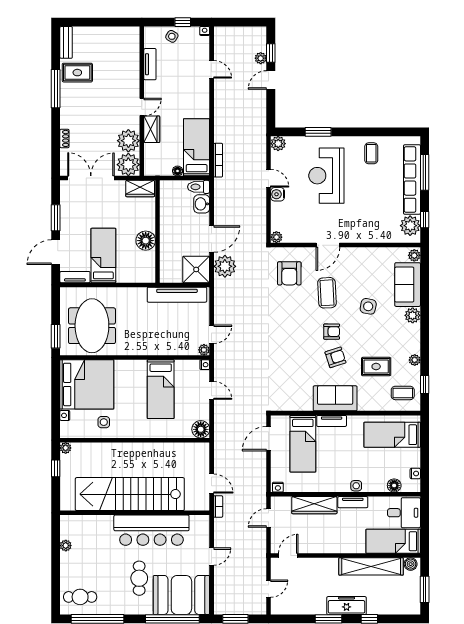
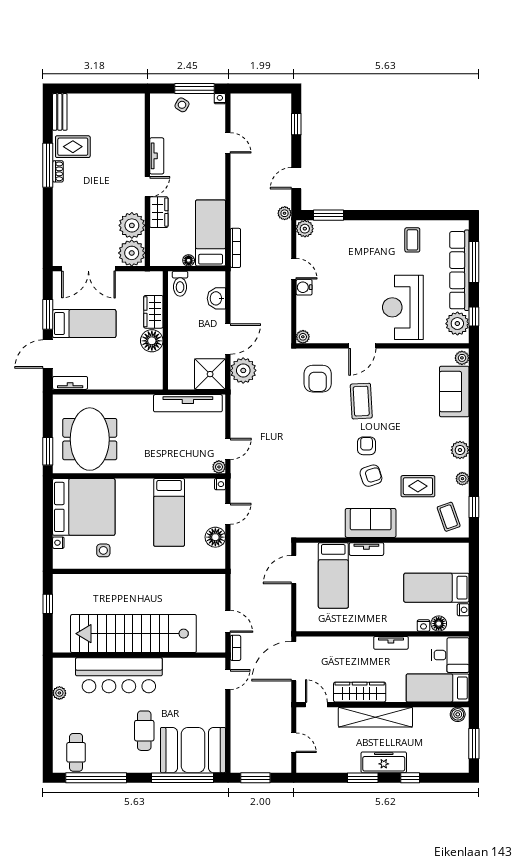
window: (183, 22) -> (195, 88), width x2.17
plant: (261, 58) -> (285, 213), moved
tv unit: (150, 64) -> (157, 156), moved
door: (271, 80) -> (296, 178), moved
window: (318, 132) -> (328, 215), moved
shoe rack: (64, 138) -> (58, 171), moved
reception desk: (326, 176) -> (403, 307), moved
double door: (91, 178) -> (88, 269), swing flipped
toilet: (199, 187) -> (180, 284), moved, turned -90
wardrobe: (140, 189) -> (153, 312), moved, turned 90
bed: (103, 256) -> (84, 324), moved, turned 90
side table: (368, 306) -> (409, 417), removed
plant: (413, 315) -> (460, 450), moved
armchair: (332, 332) -> (367, 446), turned -90
door: (212, 390) -> (228, 514), hinge flipped
coffee table: (403, 393) -> (449, 517), turned 71
floor lamp: (201, 429) -> (215, 537), moved
bed: (392, 435) -> (436, 588), moved
plant: (66, 448) -> (59, 580), removed
side table: (356, 486) -> (395, 624), removed
nightstand: (278, 487) -> (423, 626), moved
wardrobe: (314, 505) -> (360, 692), moved, turned 180
door: (269, 518) -> (294, 661), width x1.87
bar counter: (151, 530) -> (119, 675), moved
door: (288, 556) -> (316, 705), hinge flipped
door: (212, 557) -> (228, 679), moved
shelving: (371, 566) -> (375, 717), moved
door: (269, 589) -> (294, 743), hinge flipped
cafe table: (80, 597) -> (76, 752), turned 90

